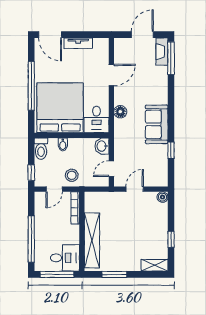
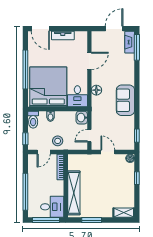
window: (171, 150) -> (137, 136), moved
door: (135, 189) -> (108, 152), hinge flipped
window: (171, 239) -> (137, 178), moved

